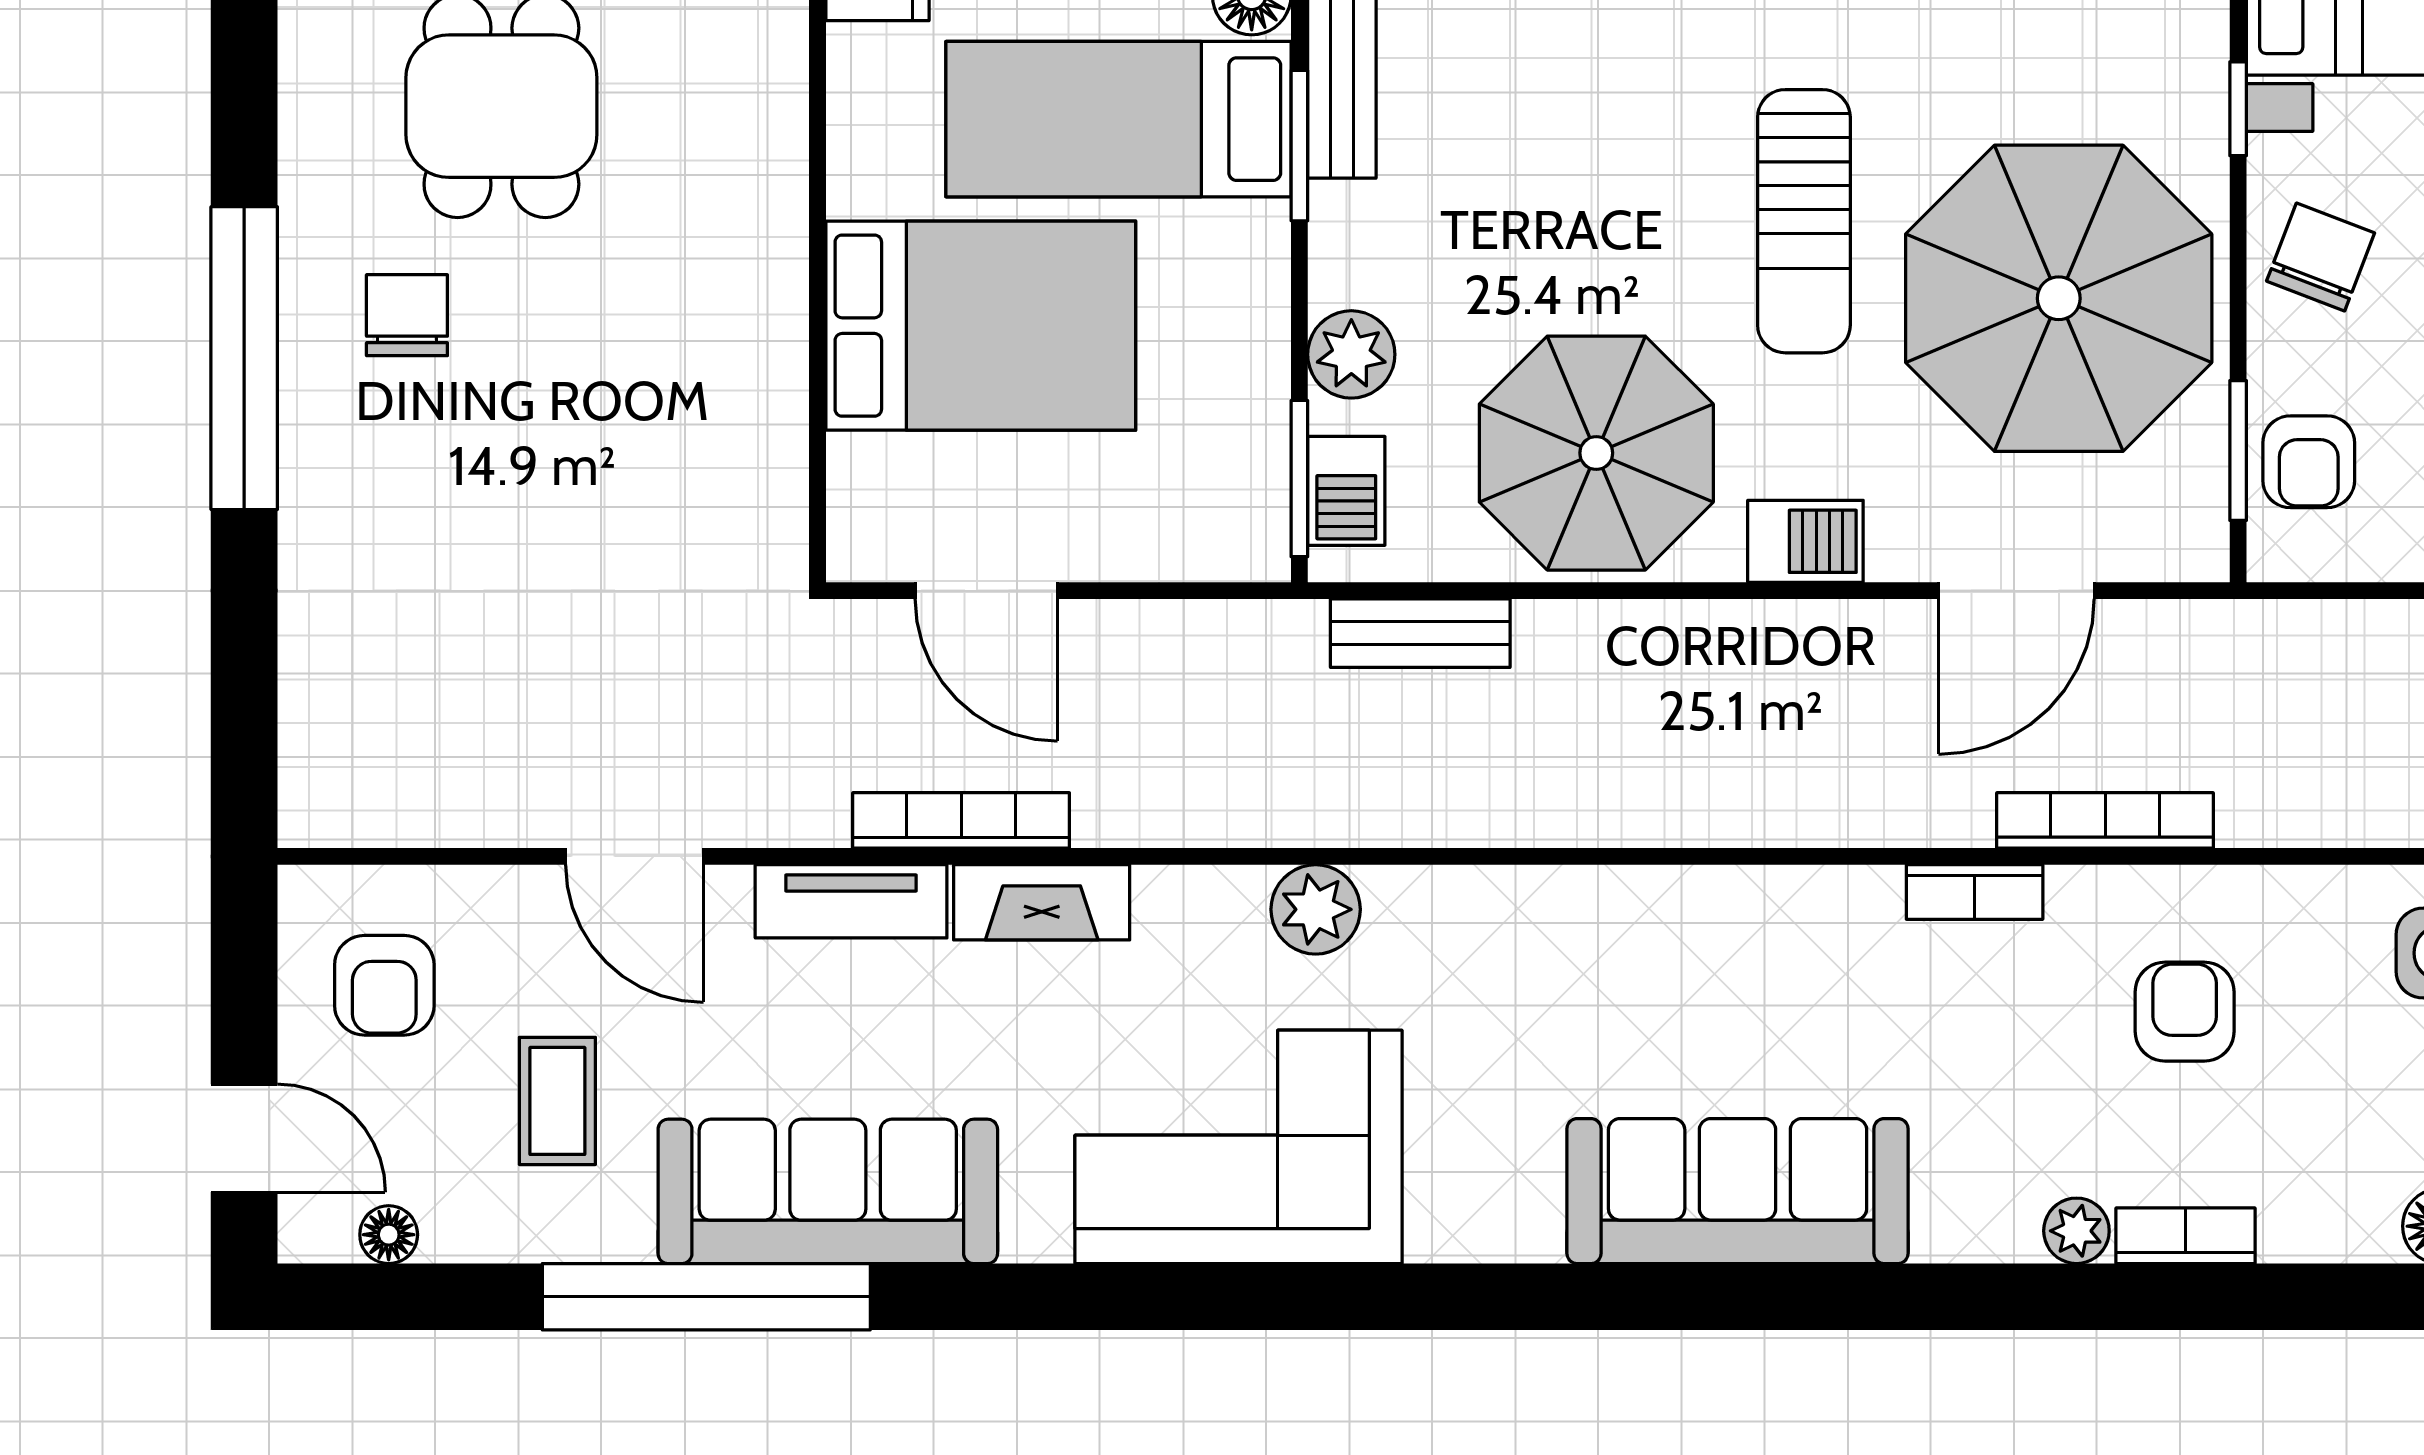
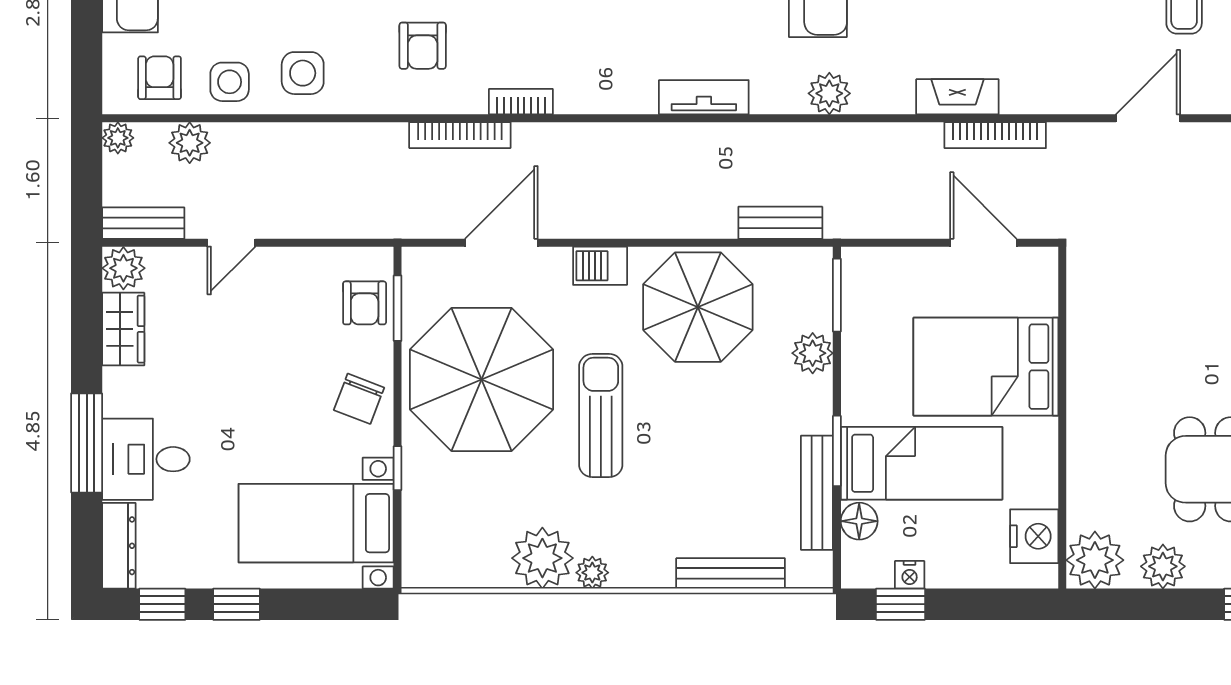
armchair: (2309, 462) -> (365, 303), turned 180
barbecue: (1346, 491) -> (815, 289), removed
door: (635, 856) -> (1148, 118), hinge flipped
tv unit: (851, 901) -> (704, 97), moved

